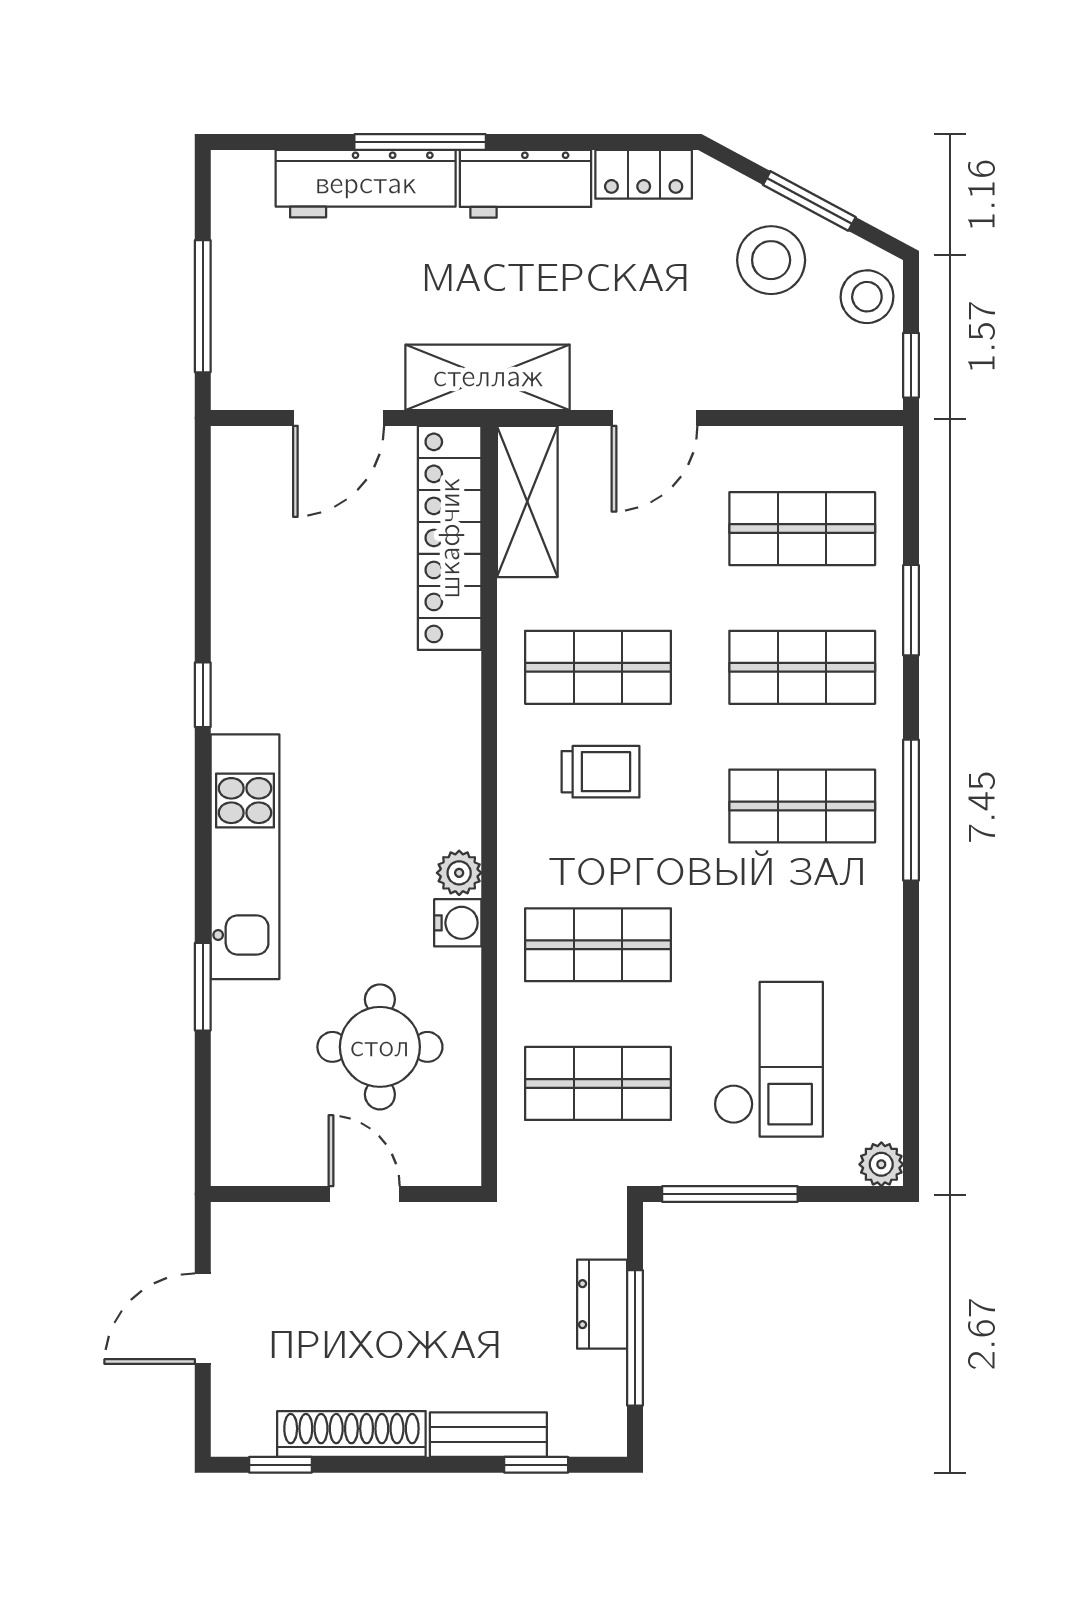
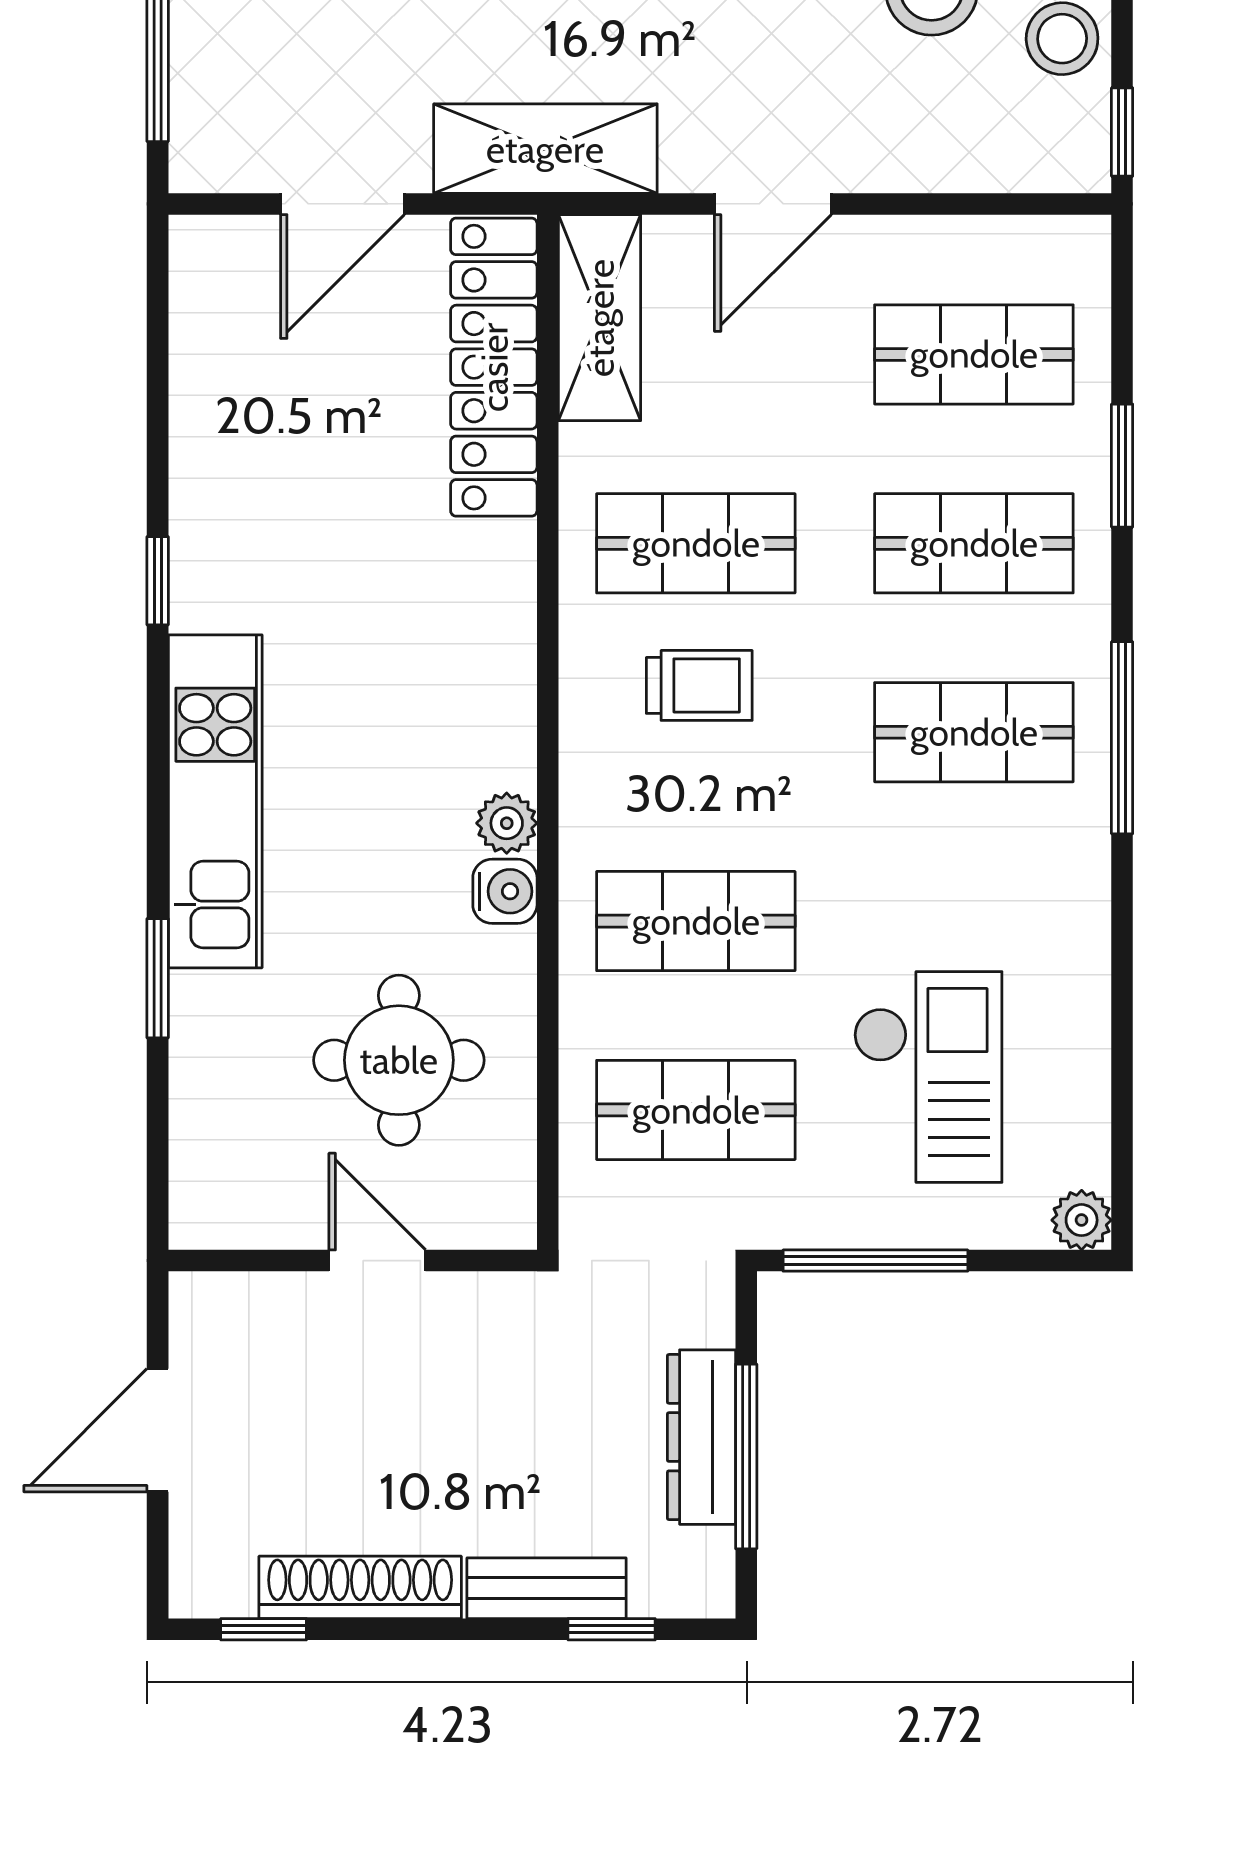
dresser: (602, 1304) -> (701, 1437), width x1.44

